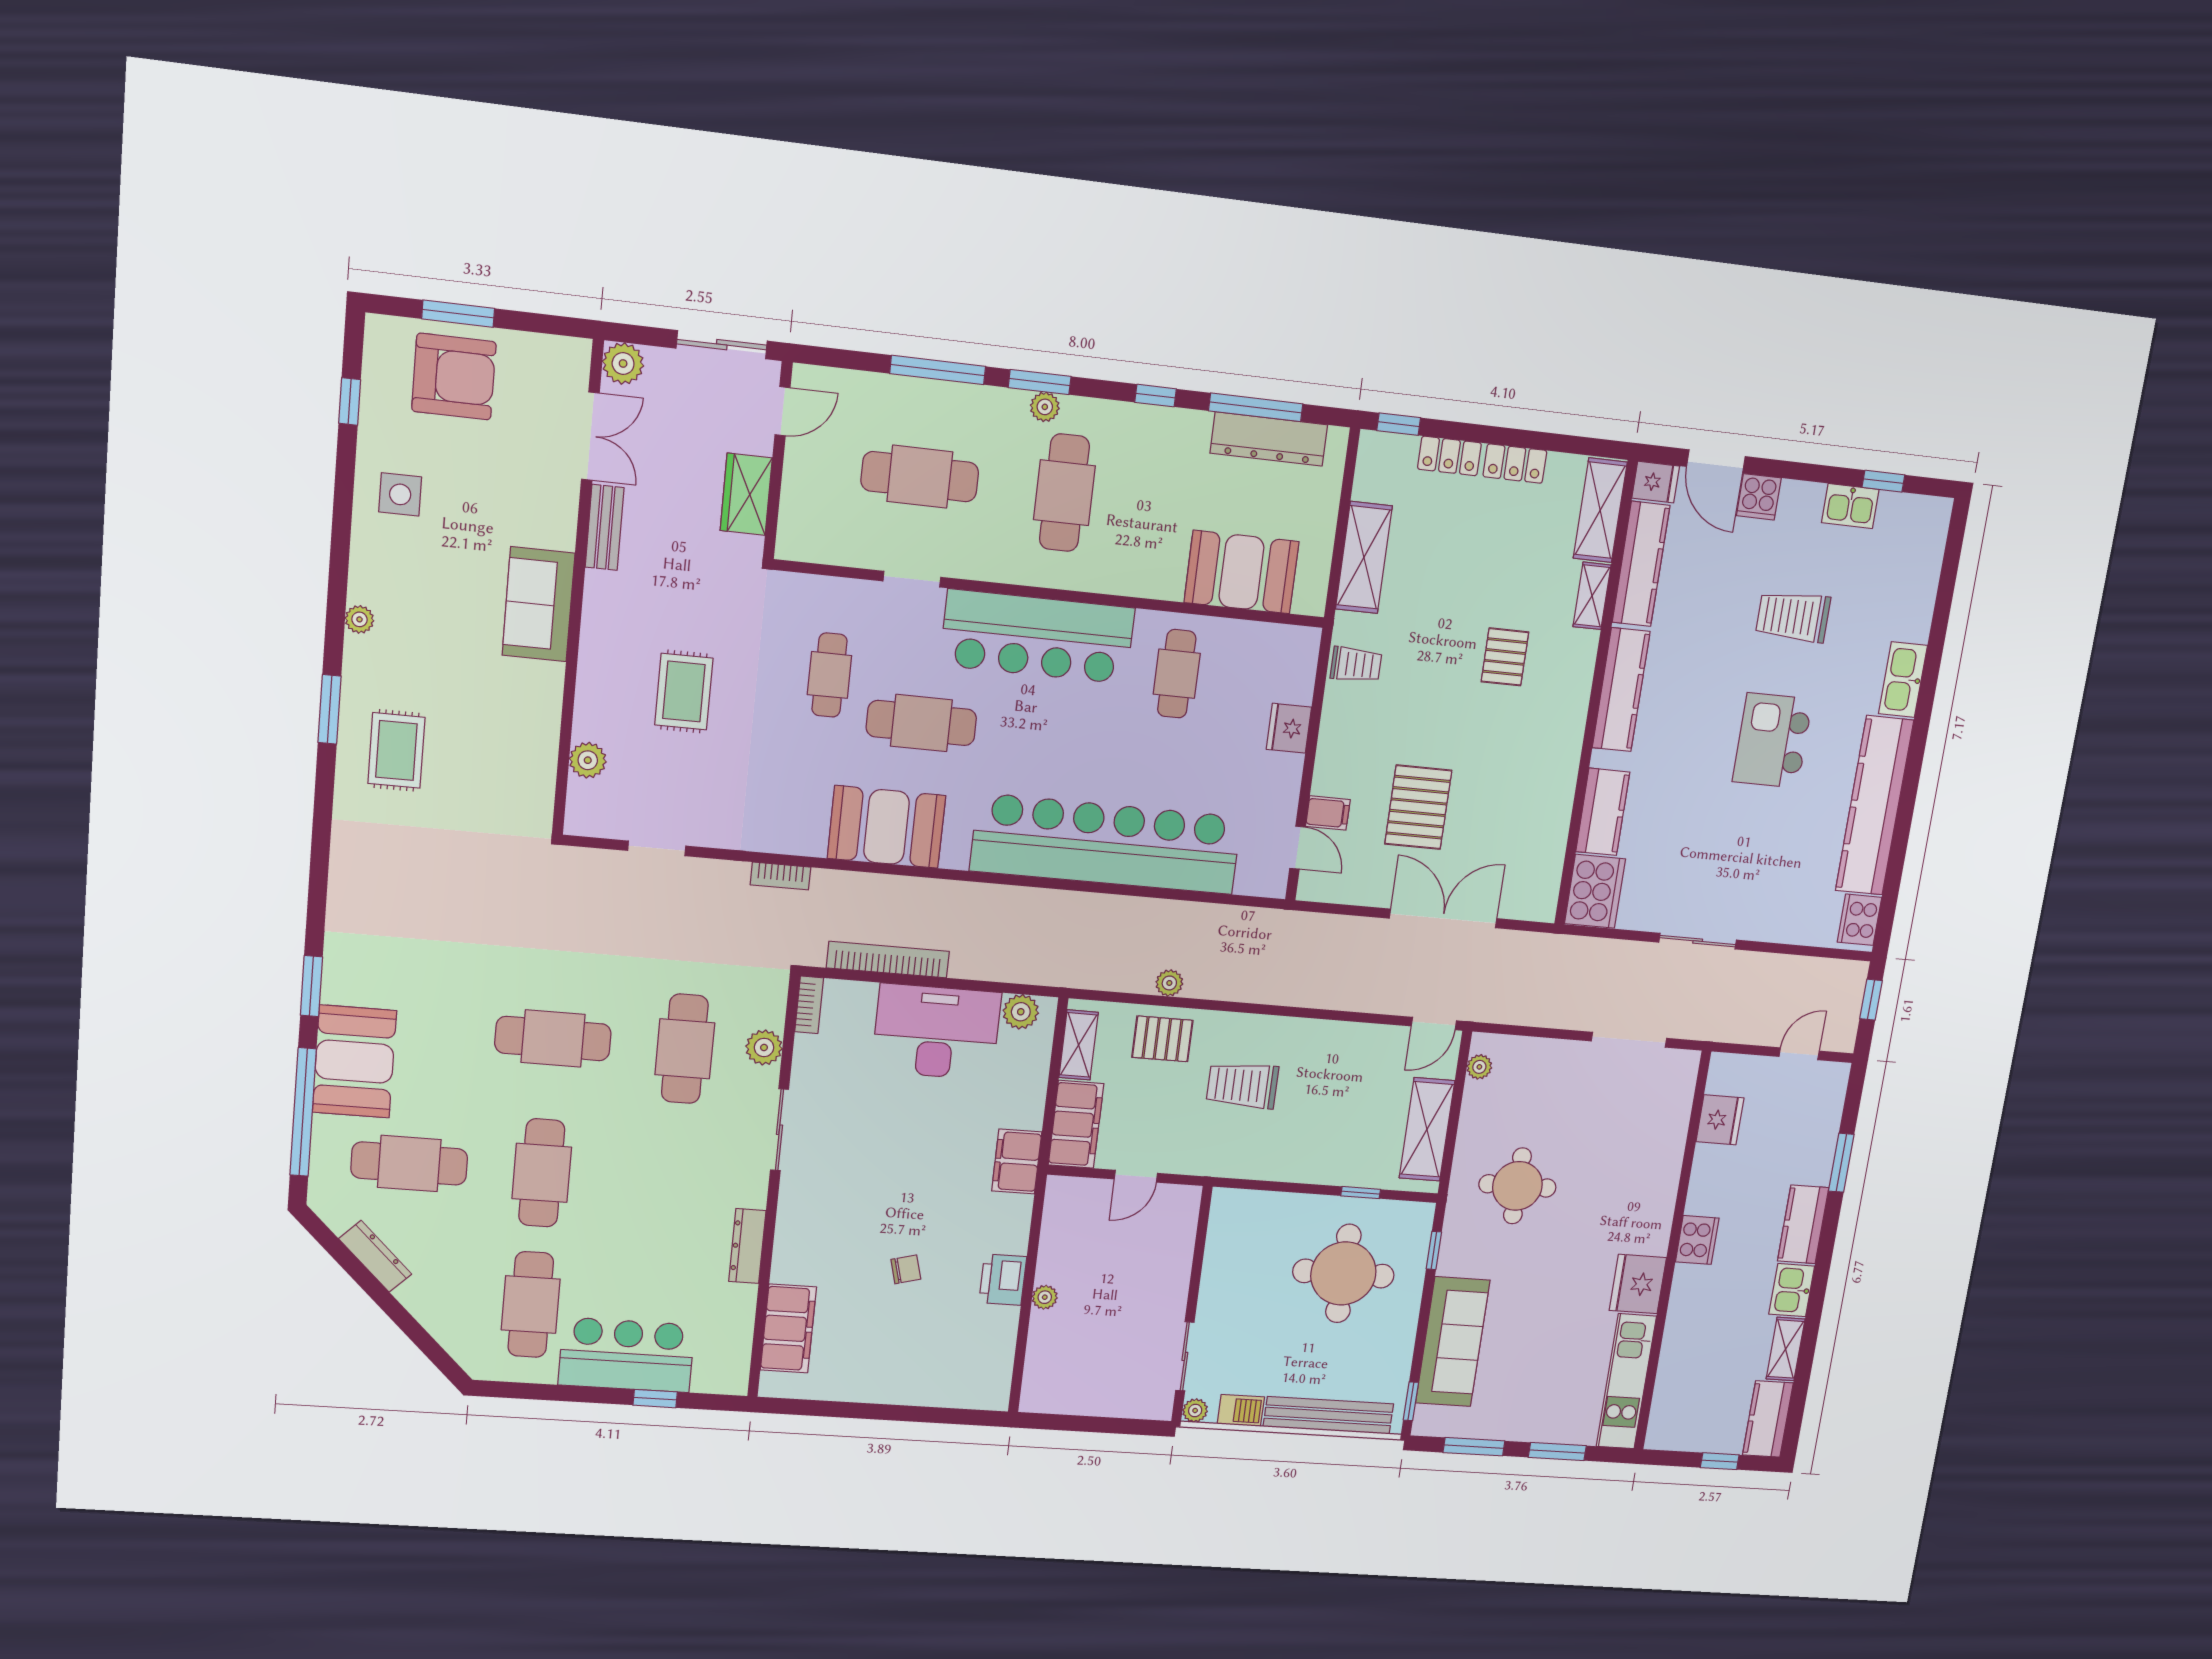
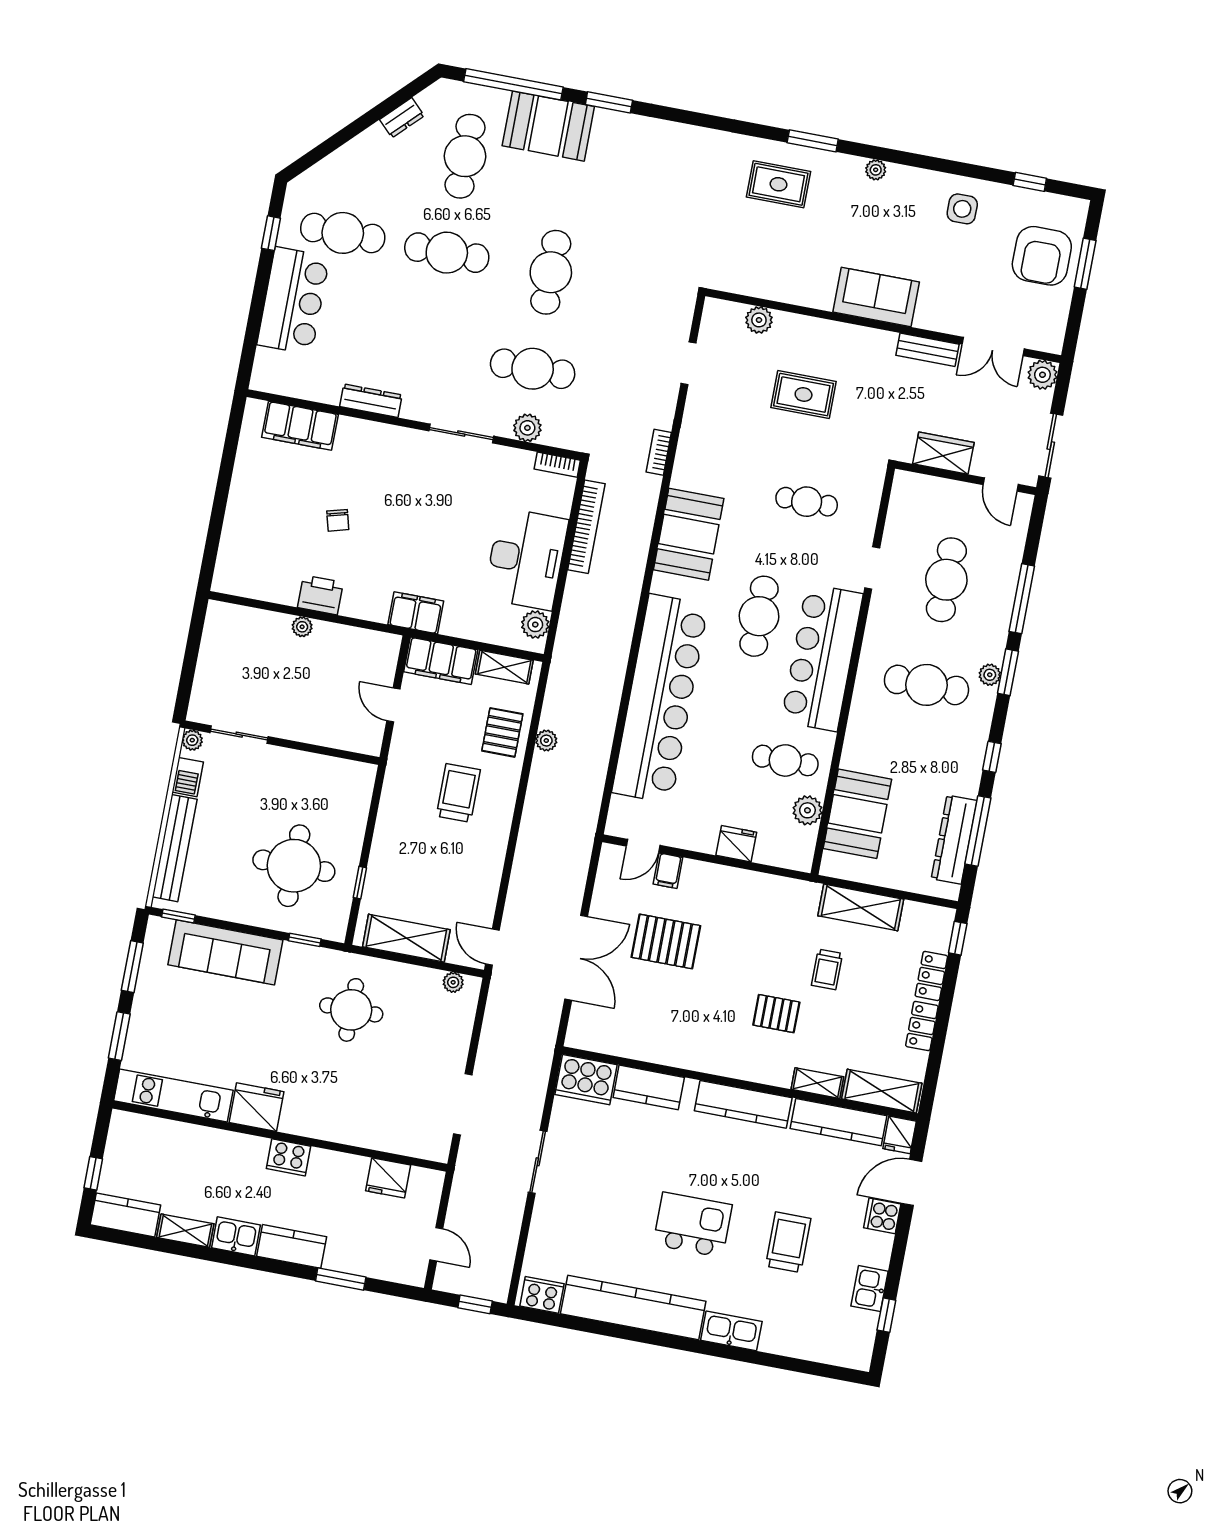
plant: (1241, 639) -> (807, 810), added
trolley: (1356, 665) -> (827, 969), moved
cafe table: (921, 723) -> (759, 616), moved
dresser: (375, 1256) -> (402, 118), width x0.70
window: (655, 1399) -> (271, 233), moved

